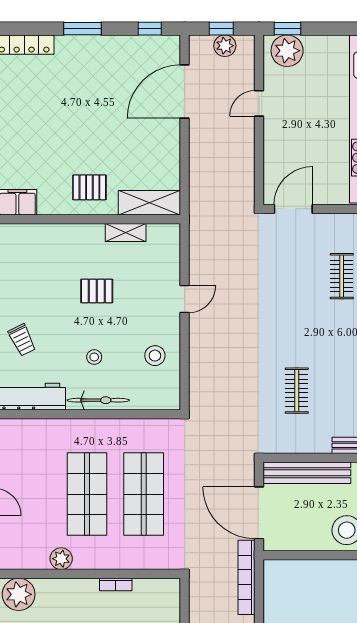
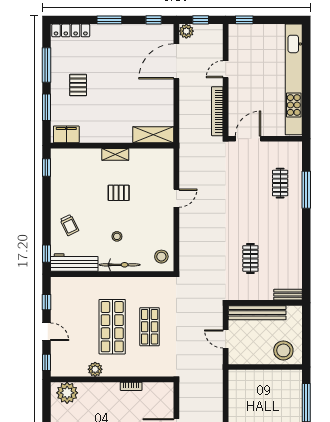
plant: (225, 46) -> (186, 31), moved
plant: (287, 51) -> (244, 34), removed
pallet: (89, 187) -> (78, 85), moved, turned 90
shelving: (126, 233) -> (115, 154), moved
stool: (155, 356) -> (161, 257), moved
shop shelf: (144, 494) -> (150, 327), width x0.70, depth x0.74
door: (259, 513) -> (226, 339), width x0.53
bookcase: (246, 577) -> (217, 111), moved

